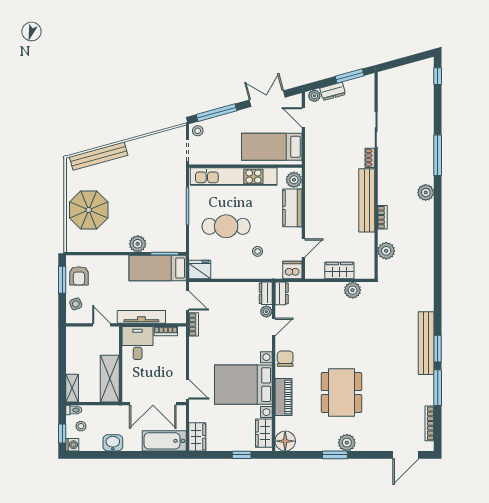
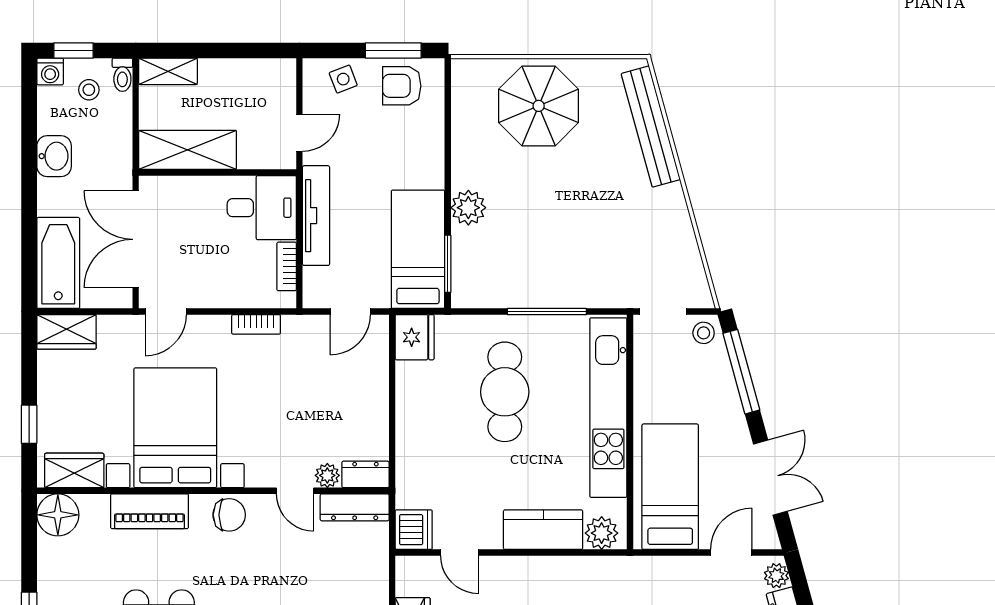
stool: (258, 251) -> (453, 457), removed
dresser: (282, 293) -> (355, 507), width x1.44
bookcase: (194, 324) -> (256, 324), moved

